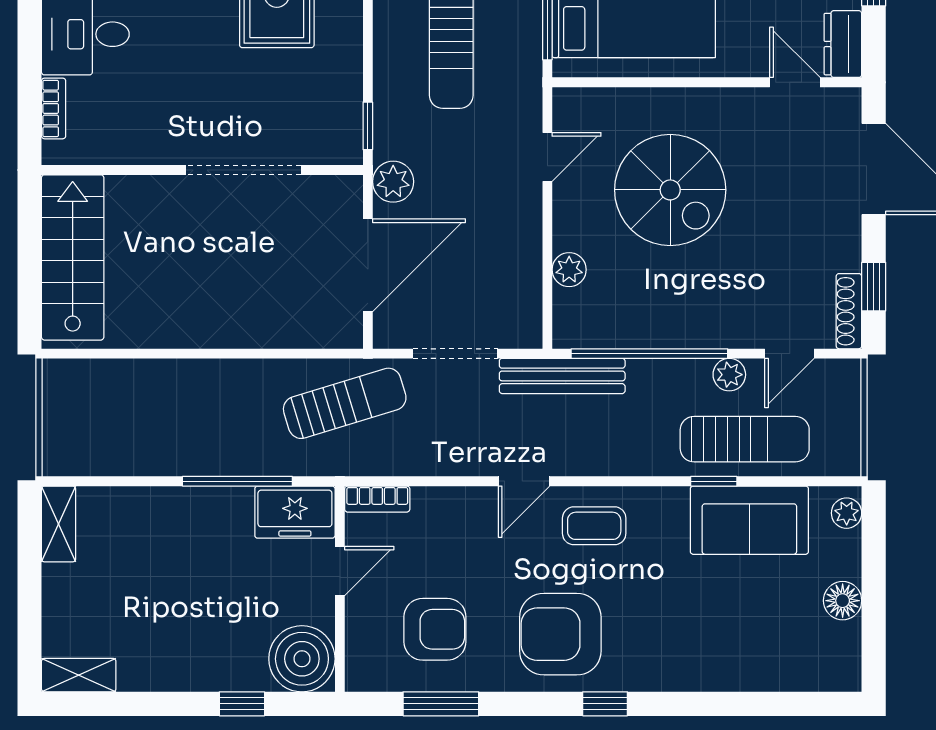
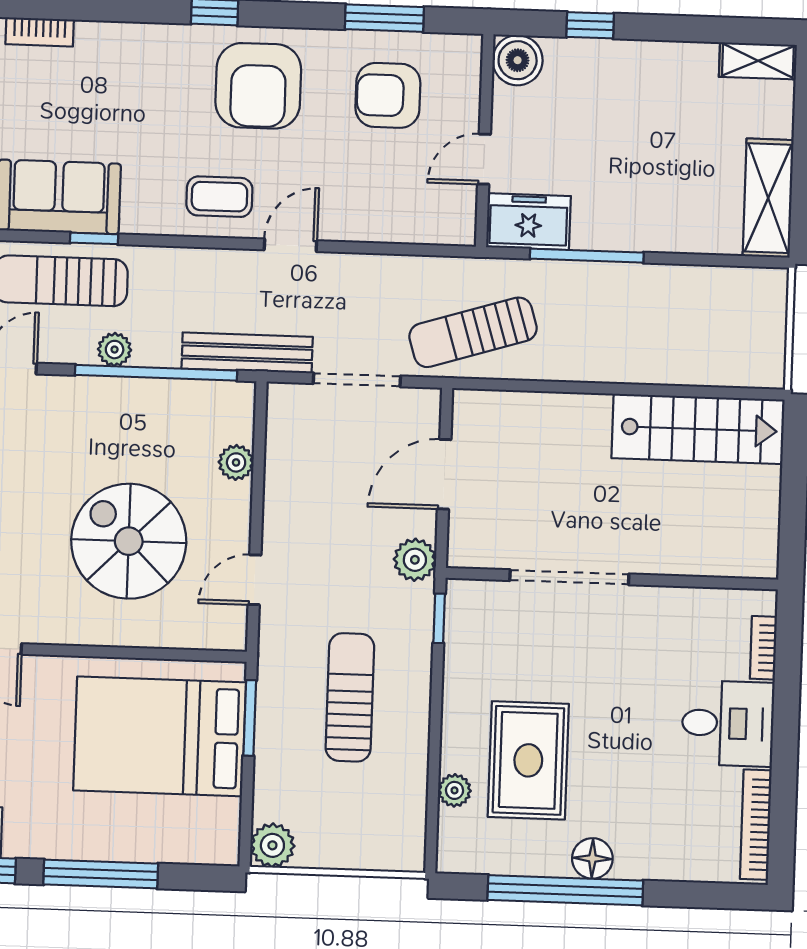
stairs: (73, 257) -> (698, 429), moved, turned -90
door: (368, 265) -> (444, 474), width x0.73
plant: (729, 375) -> (115, 350), moved
bookcase: (377, 499) -> (40, 32), moved, turned 180
shelving: (59, 524) -> (768, 198), width x1.50, depth x1.33
armchair: (560, 634) -> (258, 86), turned 90
boiler: (302, 659) -> (518, 60), width x0.73, depth x0.73

